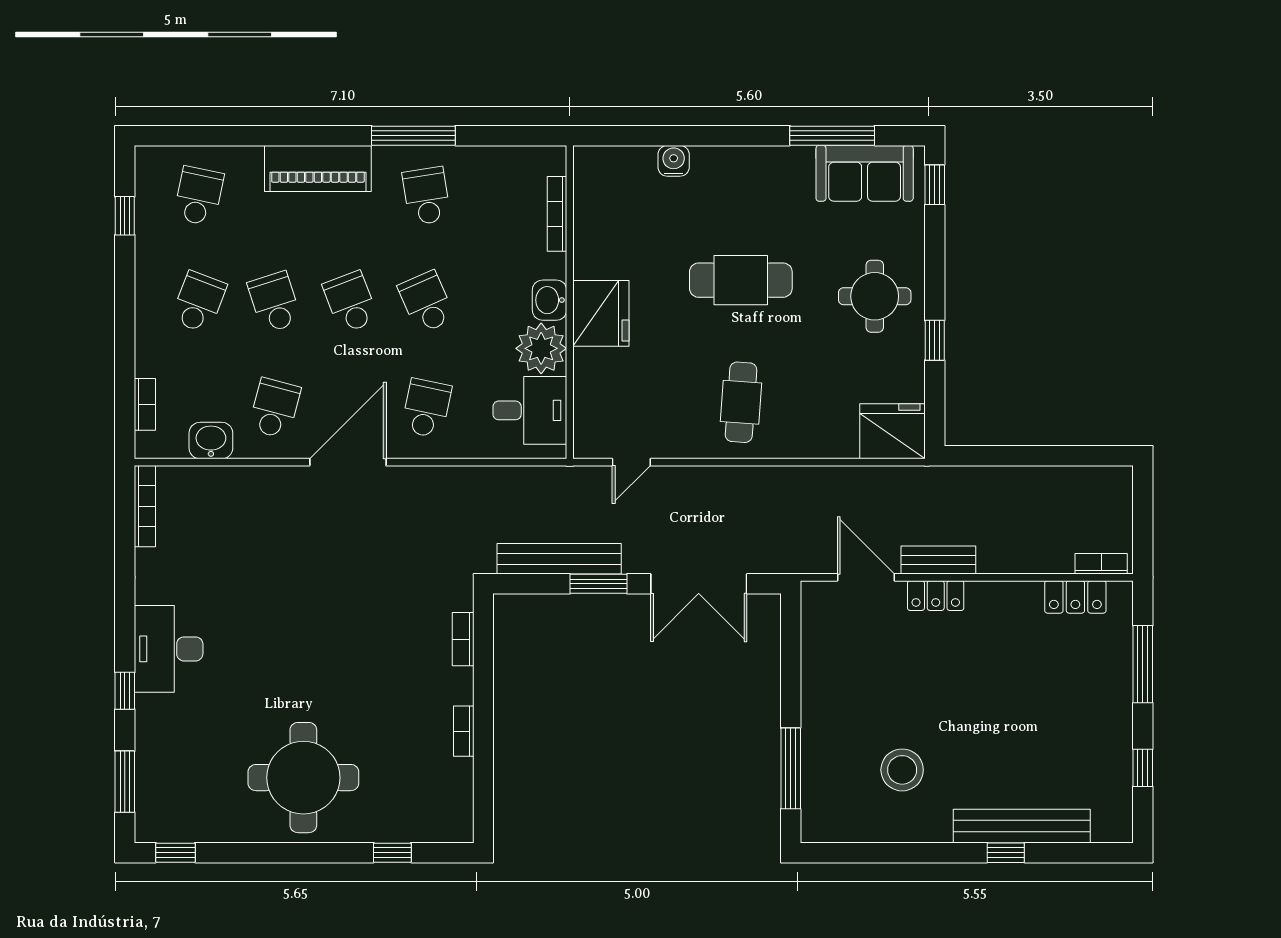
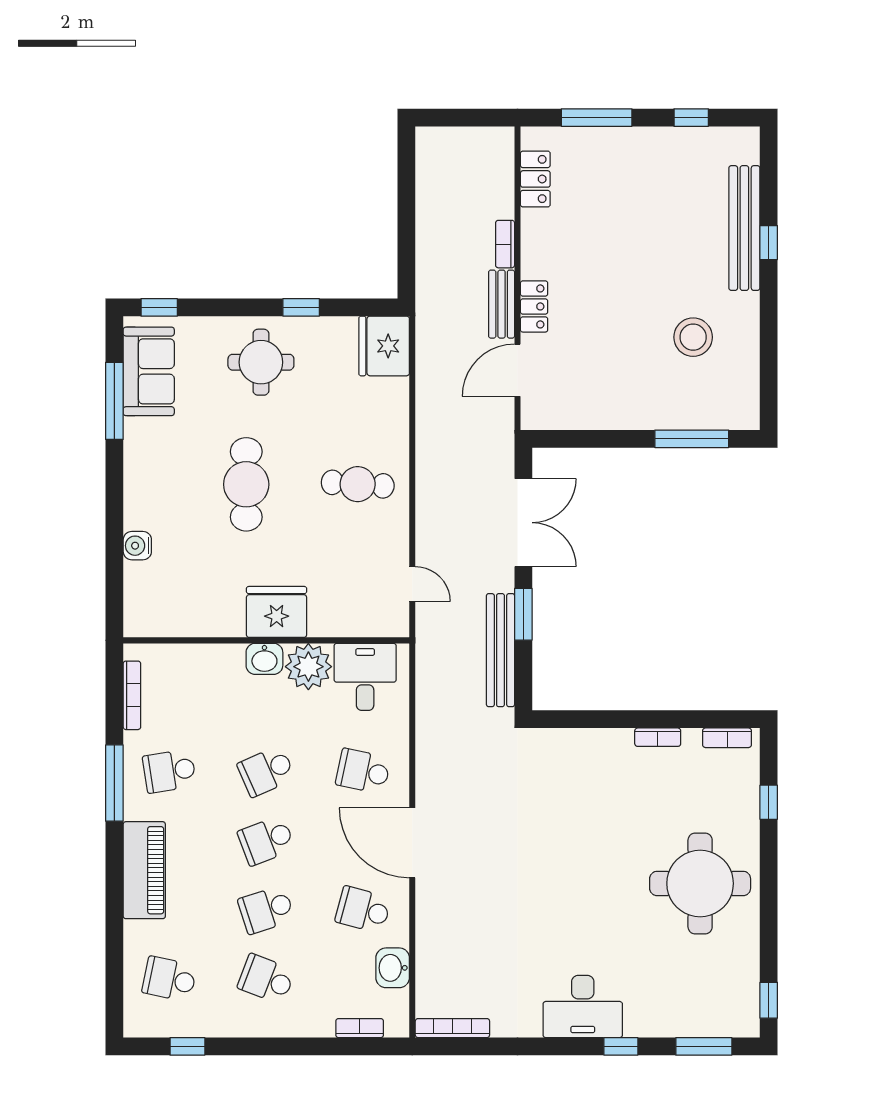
bookcase: (557, 214) -> (132, 695), moved, turned -90
bookcase: (1101, 564) -> (505, 244), moved
bookcase: (463, 639) -> (727, 738), moved

